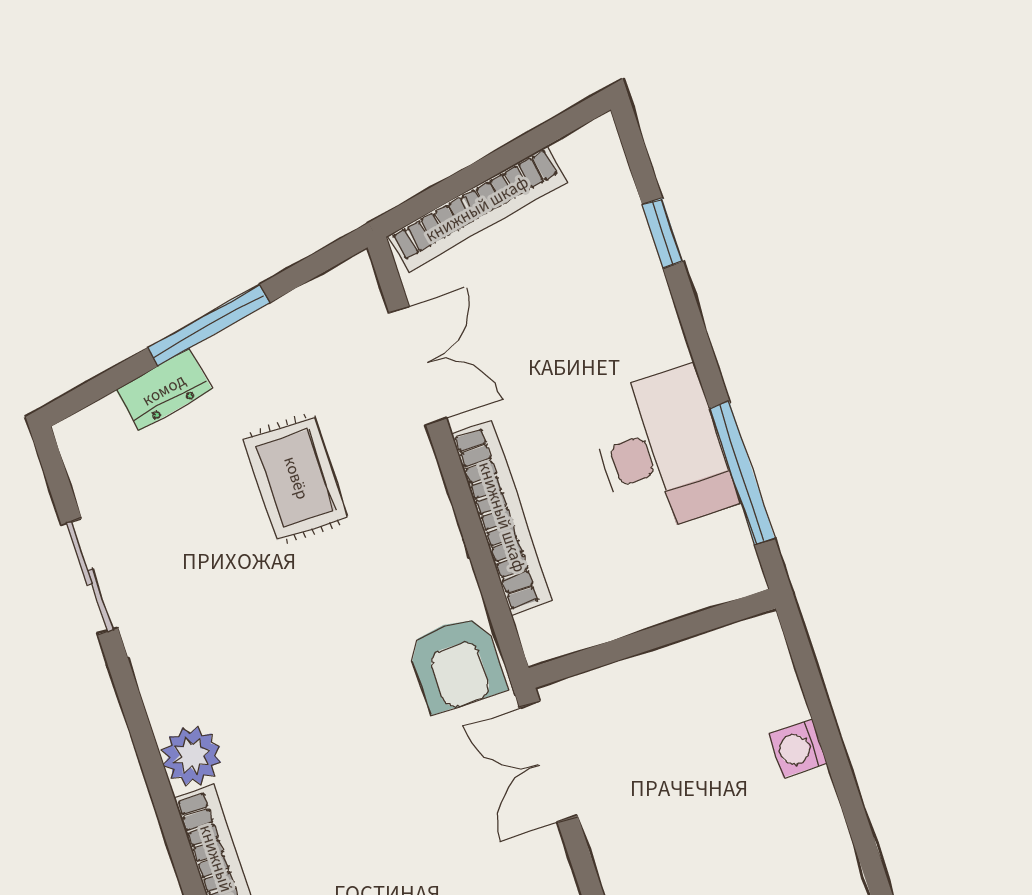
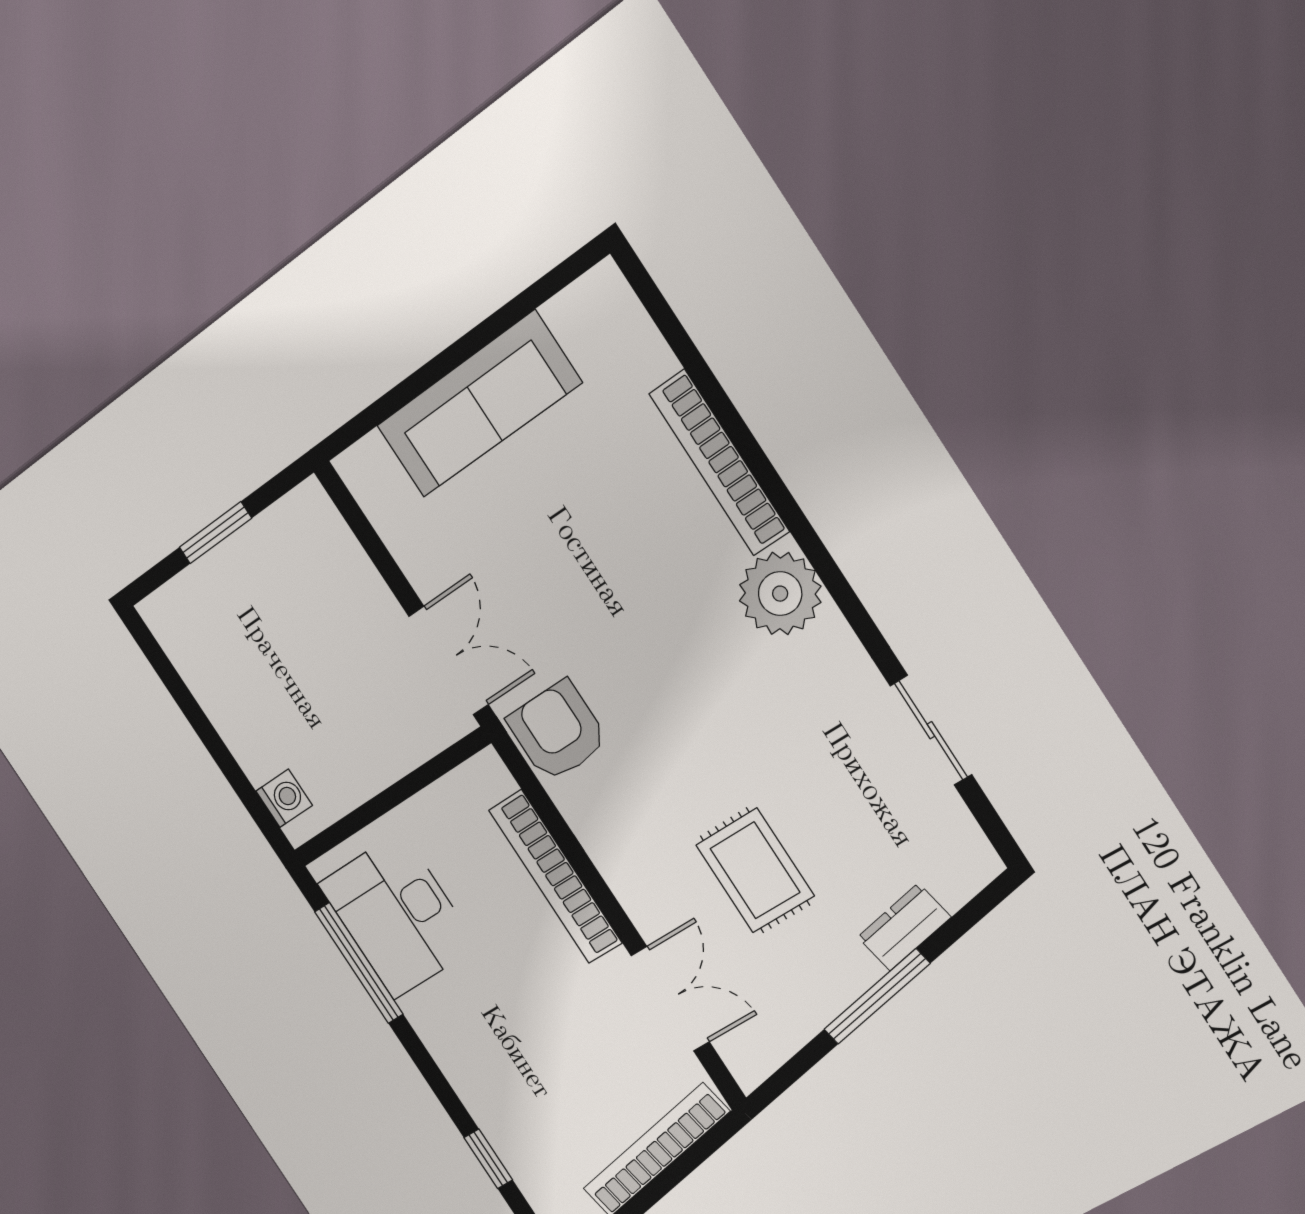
double door: (418, 366) -> (670, 999), swing flipped
desk: (662, 451) -> (398, 915), moved
washing machine: (798, 748) -> (284, 798), moved
plant: (192, 756) -> (780, 594), width x1.36, depth x1.36

